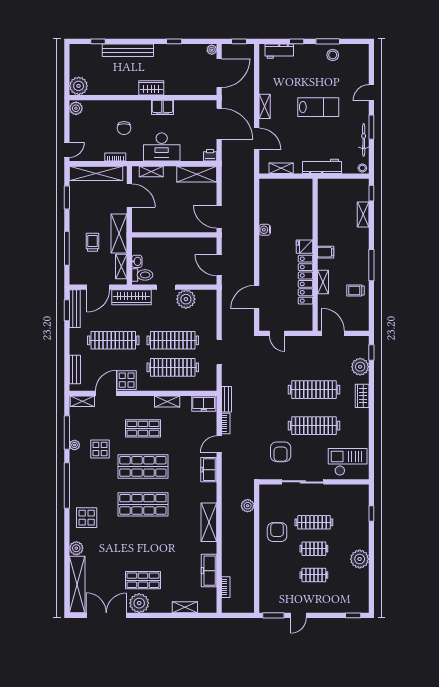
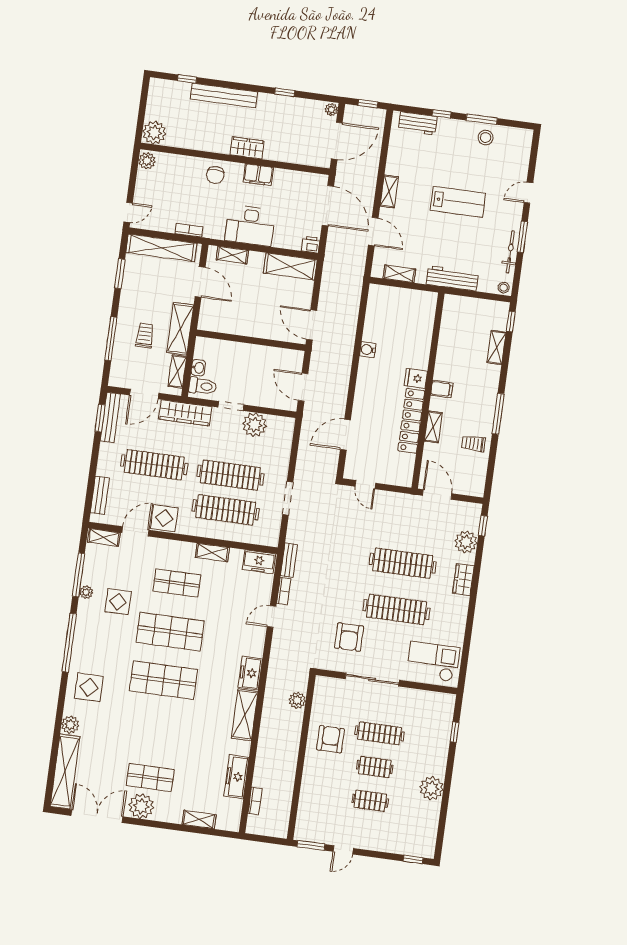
chair: (124, 128) -> (215, 175), moved
freezer: (209, 470) -> (250, 673), moved

